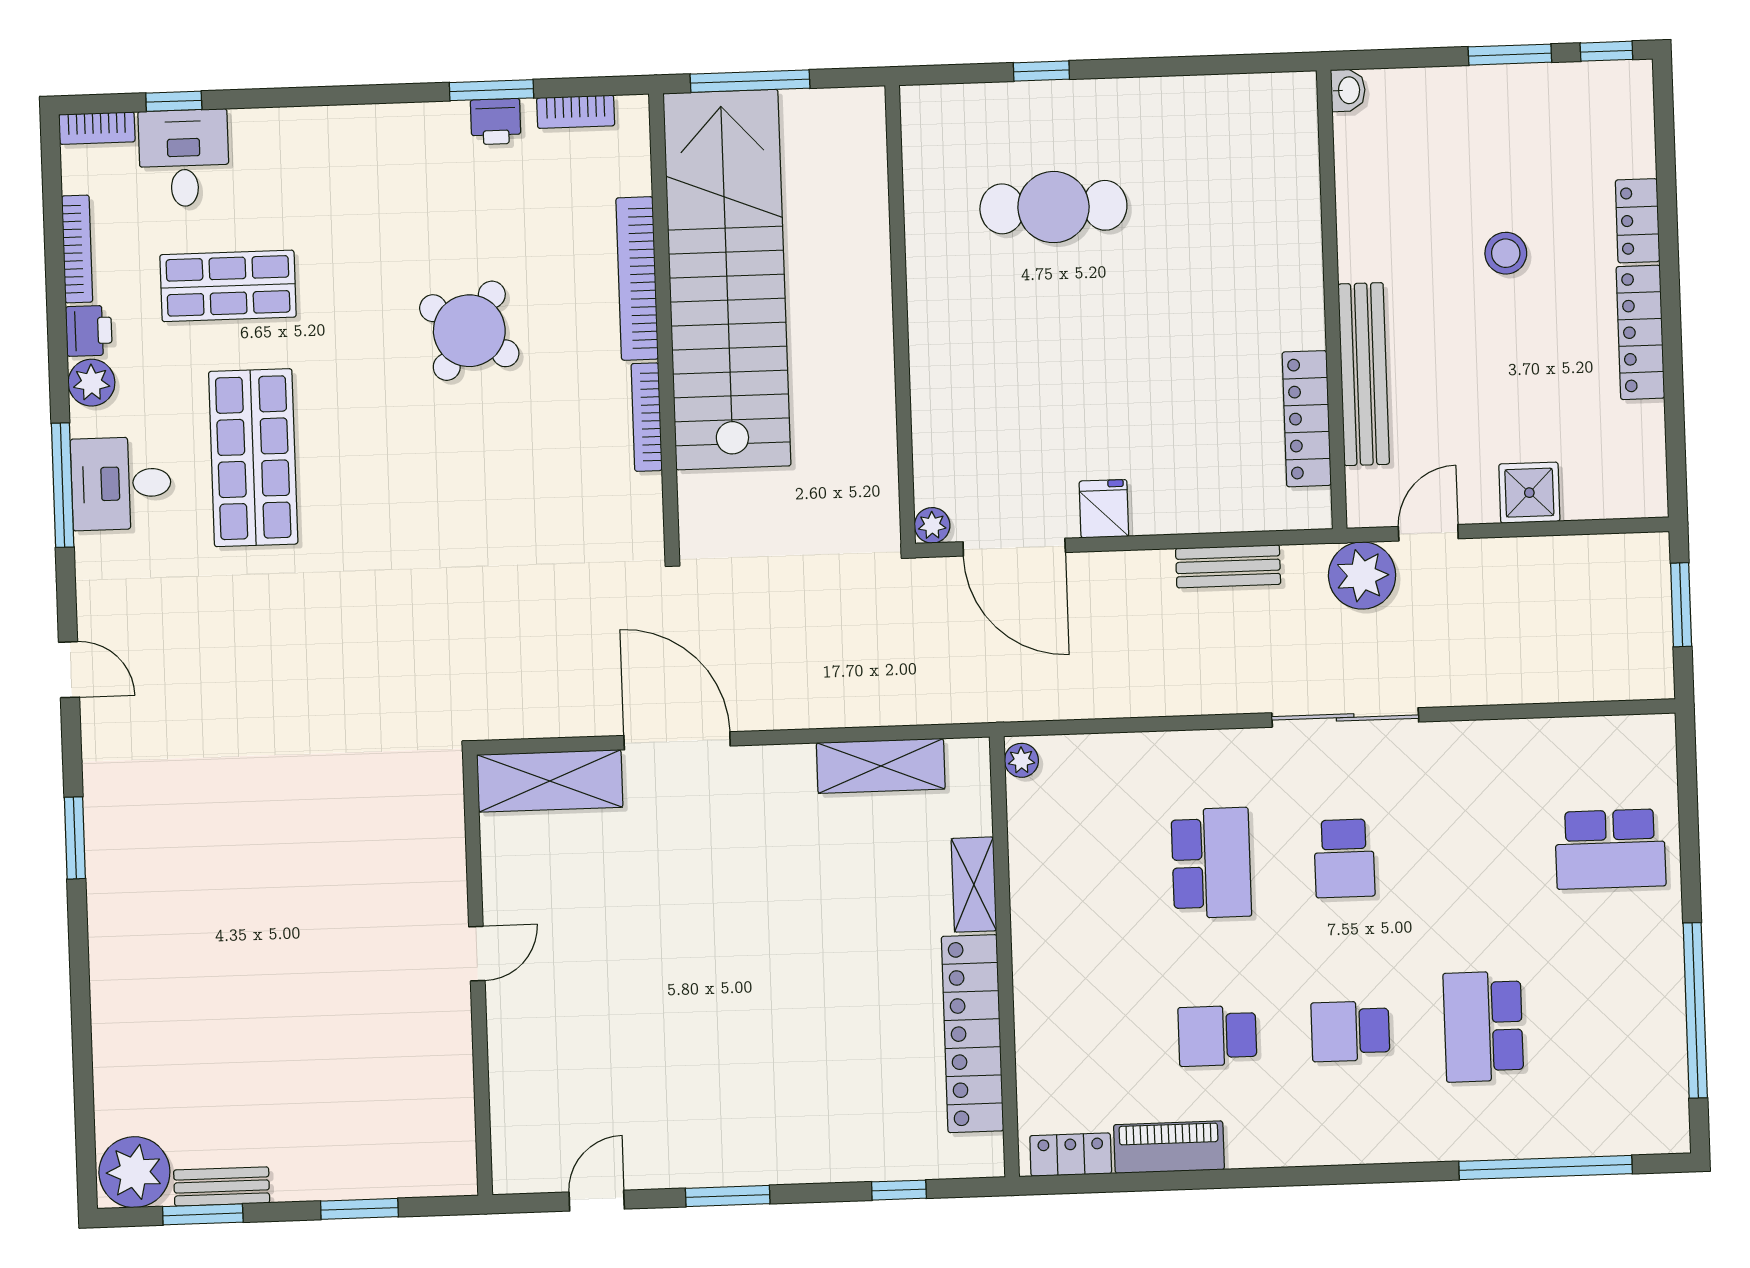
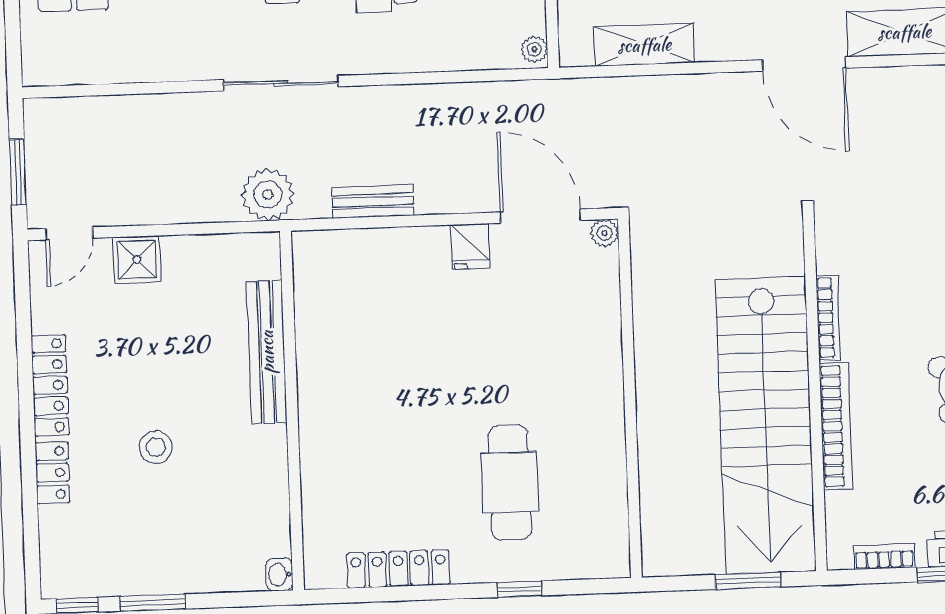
window: (750, 81) -> (748, 581), width x0.69
cafe table: (1053, 207) -> (510, 483), turned 90
locker: (1307, 419) -> (398, 569), moved, turned -90
door: (1428, 533) -> (69, 233), moved

